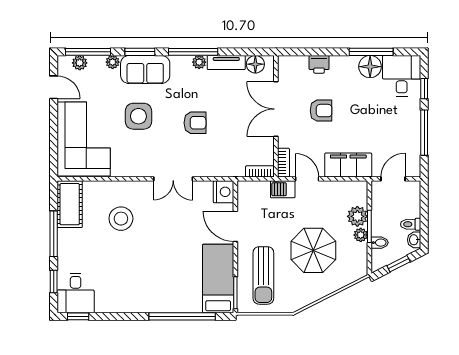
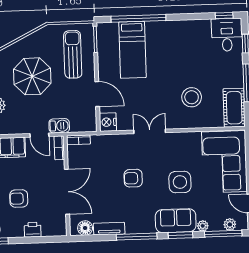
plant: (199, 62) -> (131, 228), removed
armchair: (321, 111) -> (19, 199), moved
bed: (218, 279) -> (132, 50), moved

